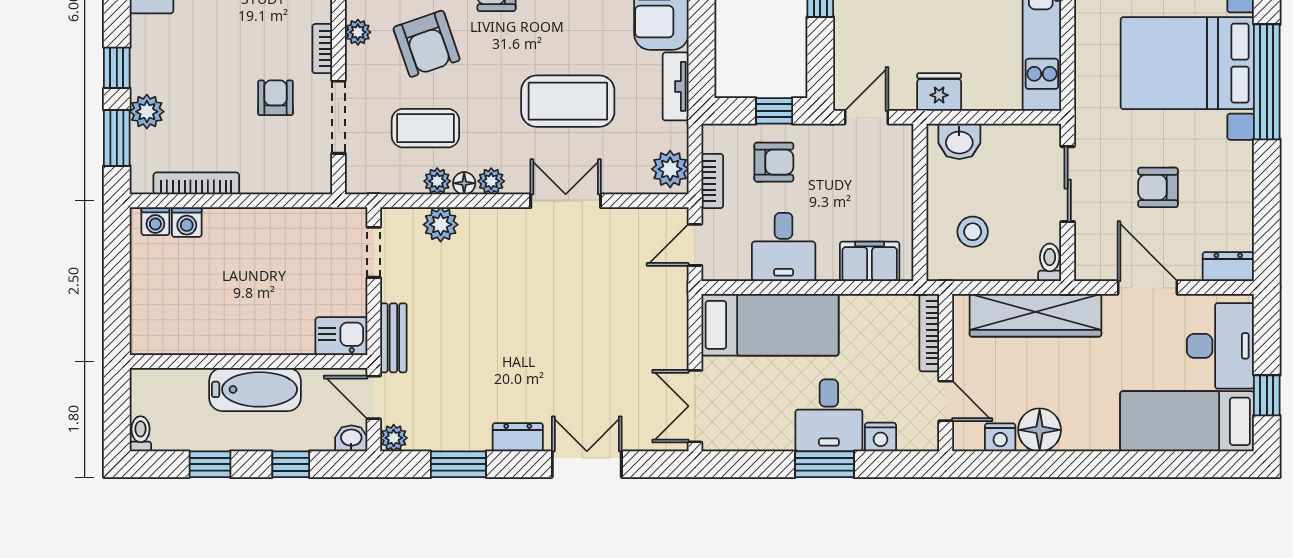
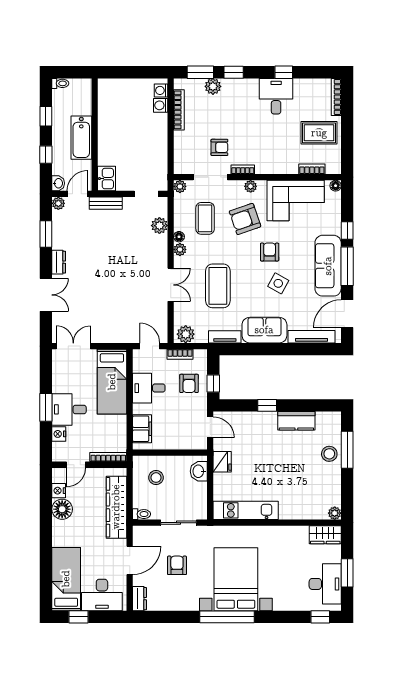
plant: (437, 181) -> (180, 186), moved

